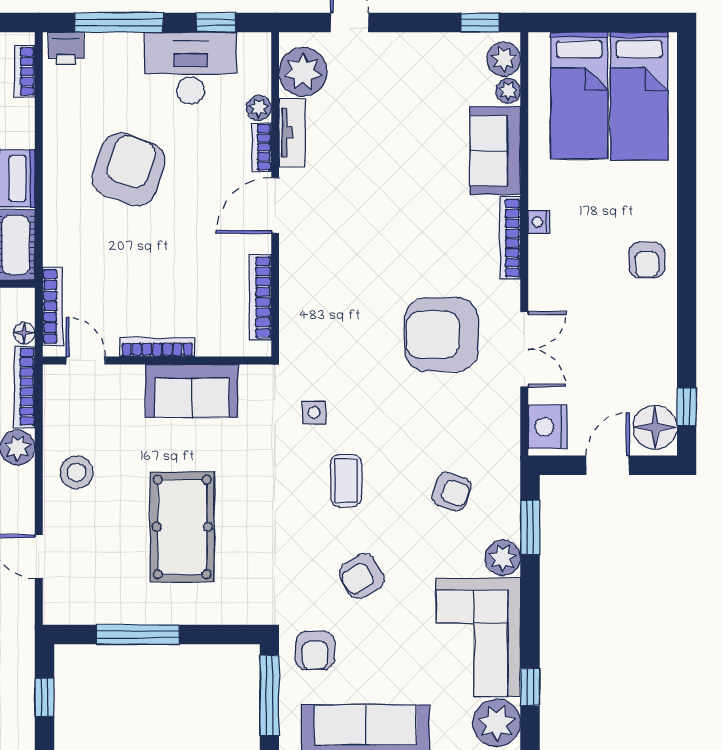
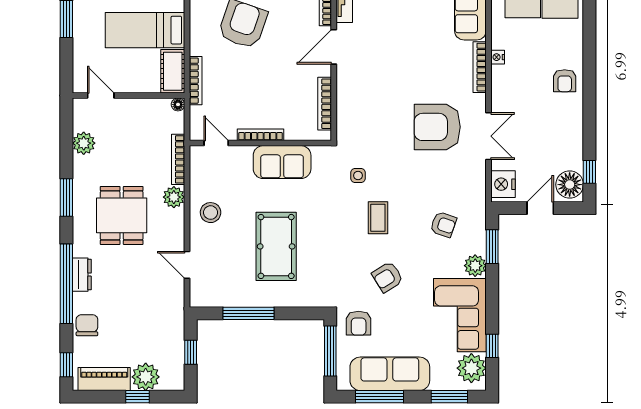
bookcase: (53, 306) -> (196, 81), moved
floor lamp: (24, 333) -> (178, 104), moved

